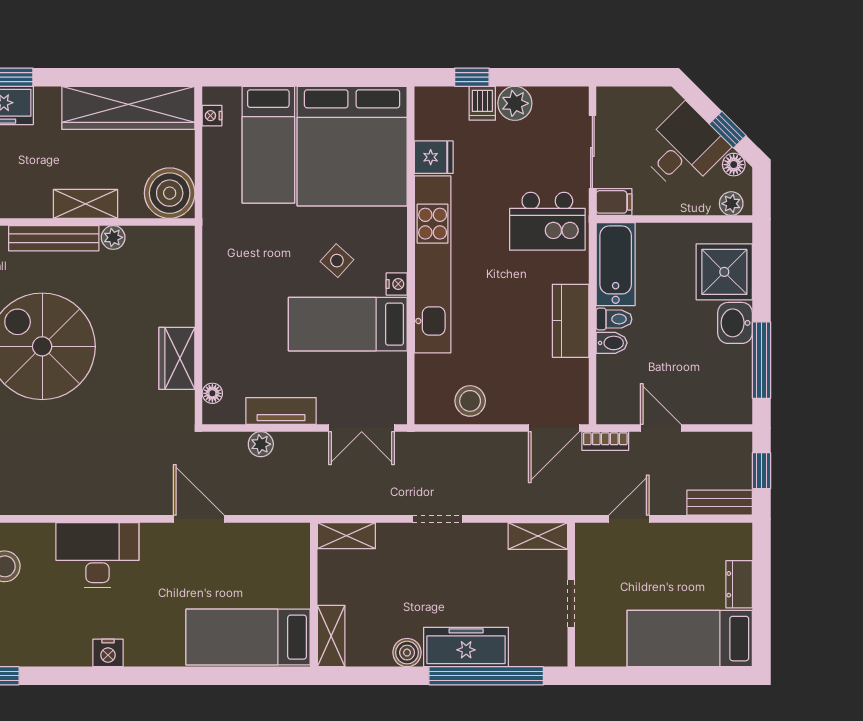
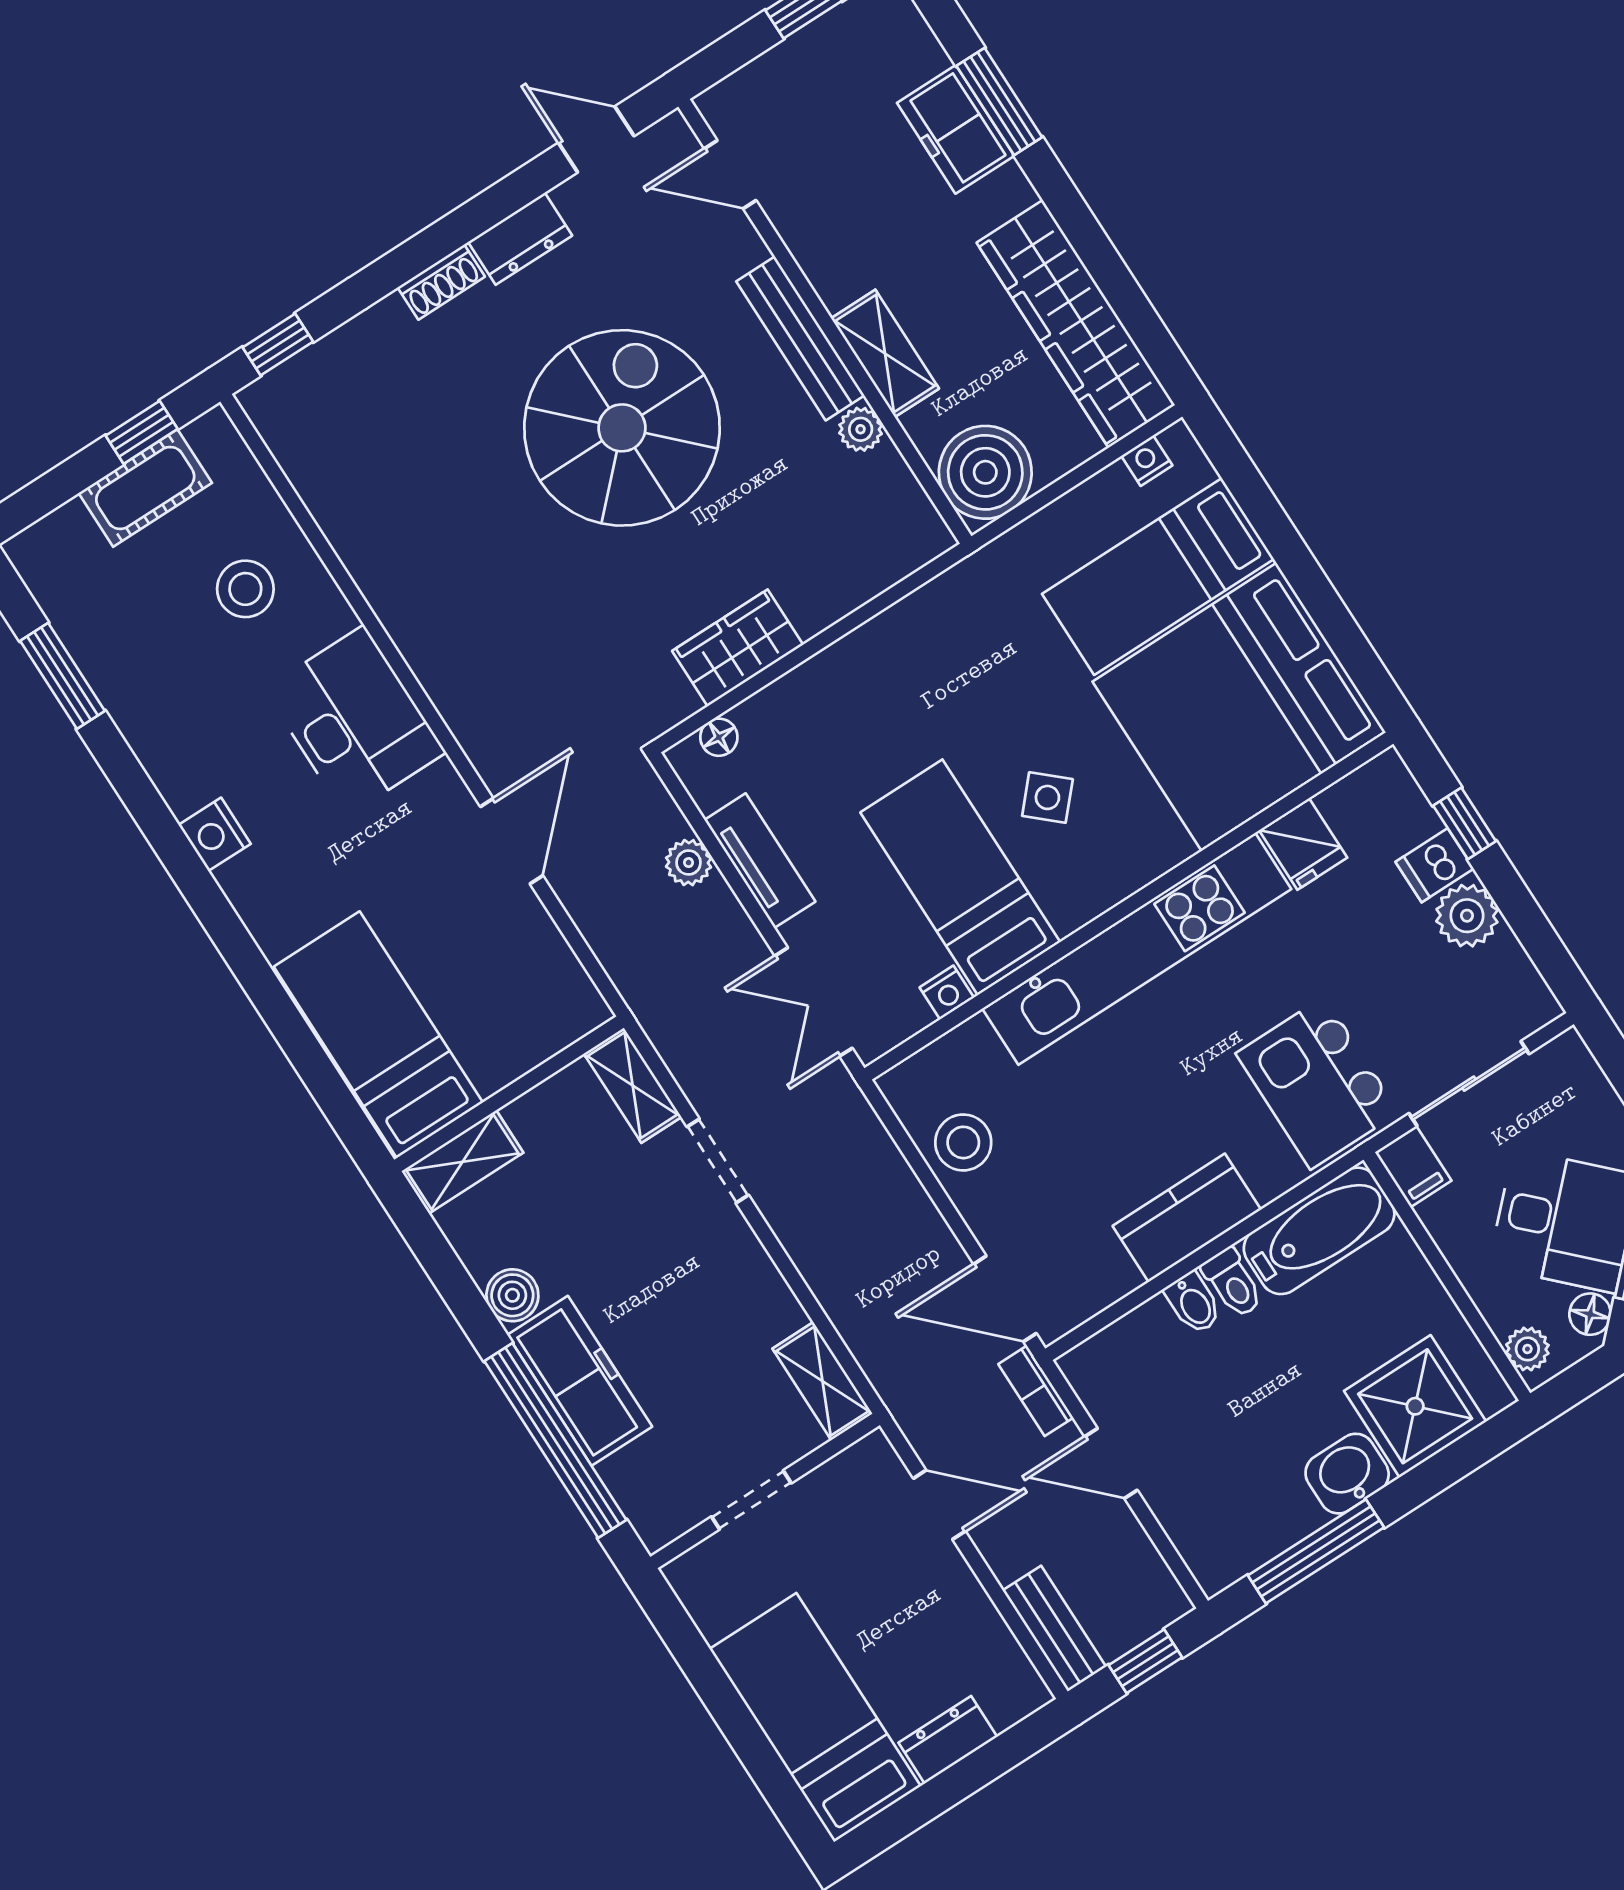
nightstand: (397, 284) -> (947, 993), moved
door: (661, 428) -> (1111, 1463), swing flipped
doorway: (437, 519) -> (718, 1161), moved

